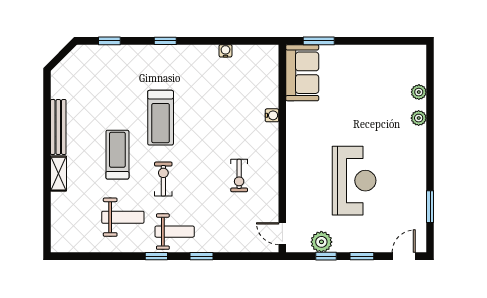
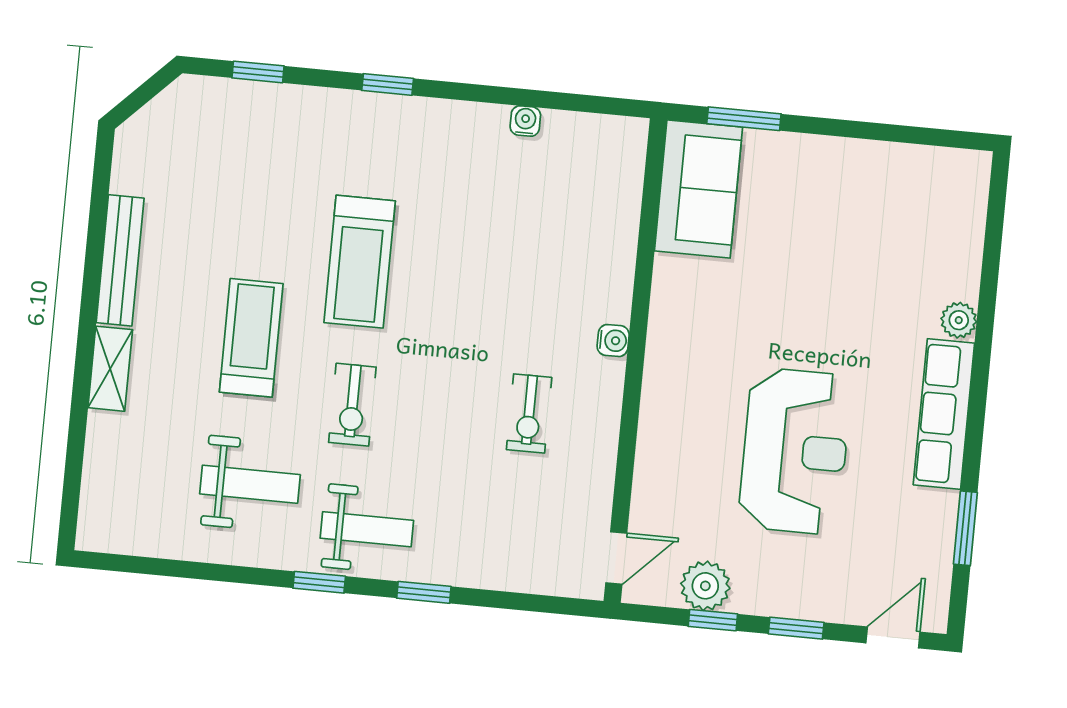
plant: (419, 92) -> (965, 260), removed
water cooler: (272, 115) -> (613, 341), moved
row of seats: (416, 159) -> (944, 414), added
exercise bike: (163, 179) -> (352, 405), turned 180
door: (282, 234) -> (616, 558), swing flipped

